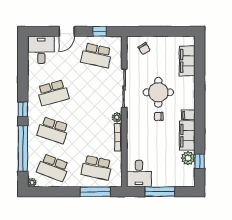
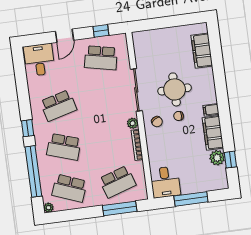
chair: (144, 49) -> (157, 122), moved
school desk: (96, 168) -> (117, 182), turned -30

